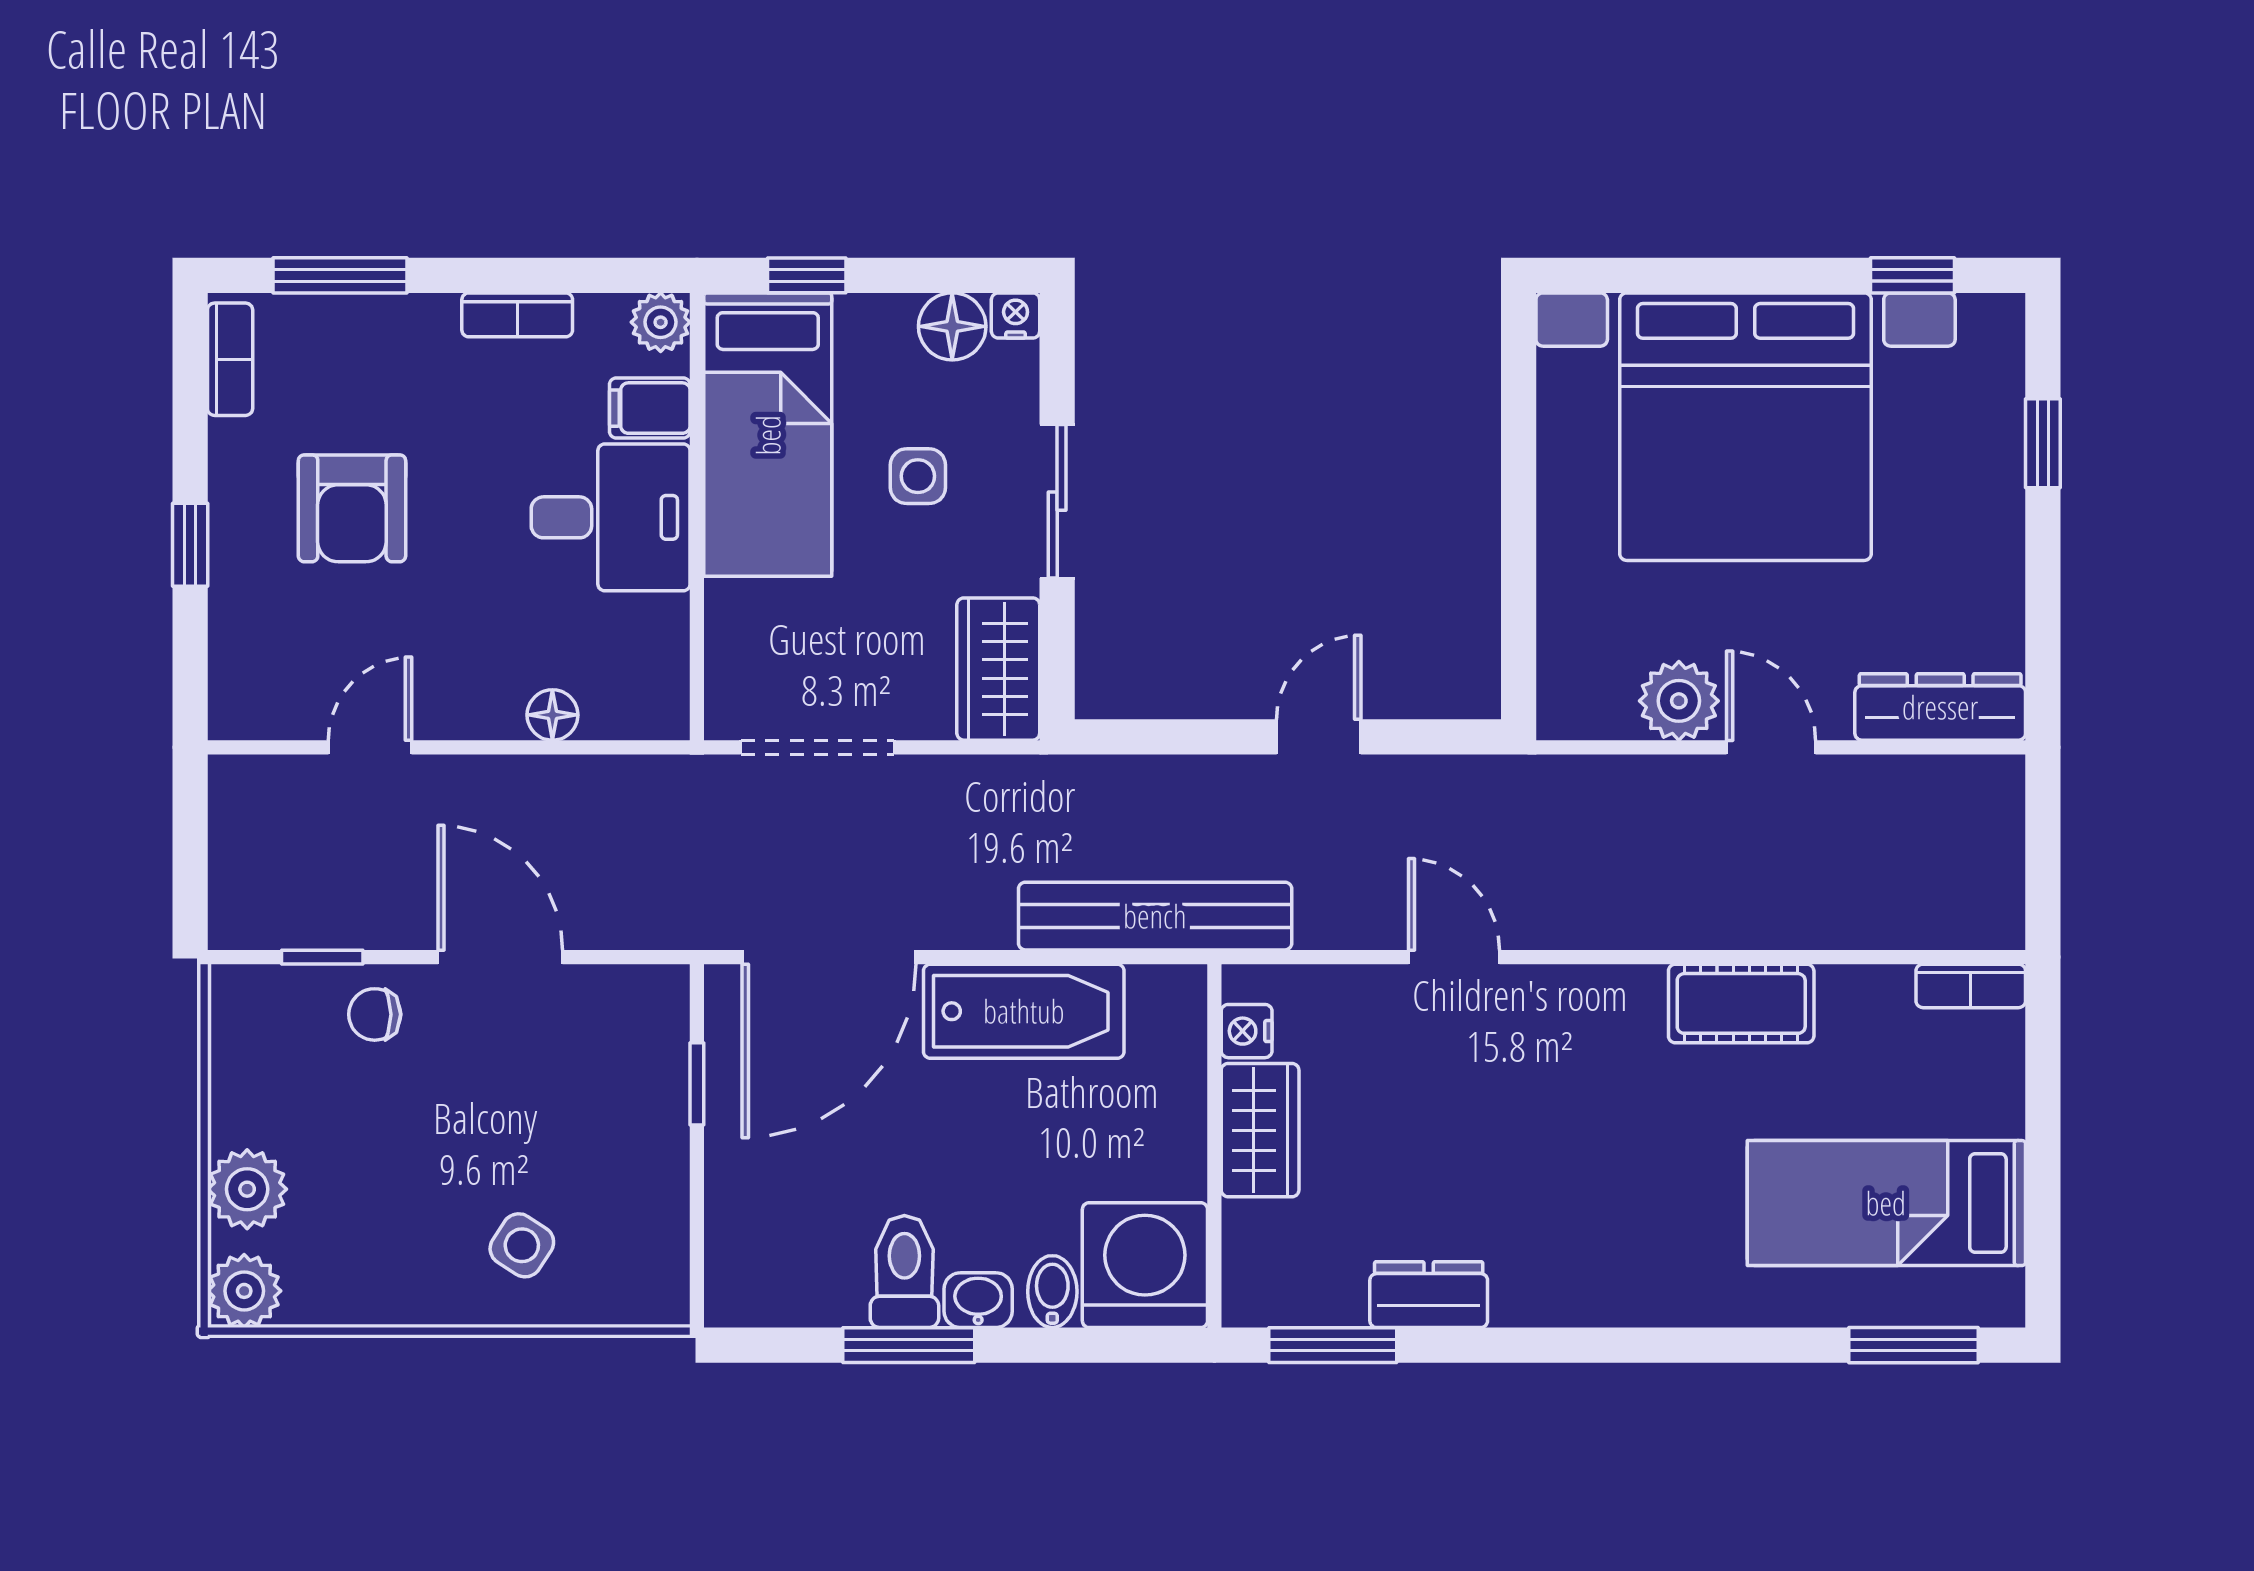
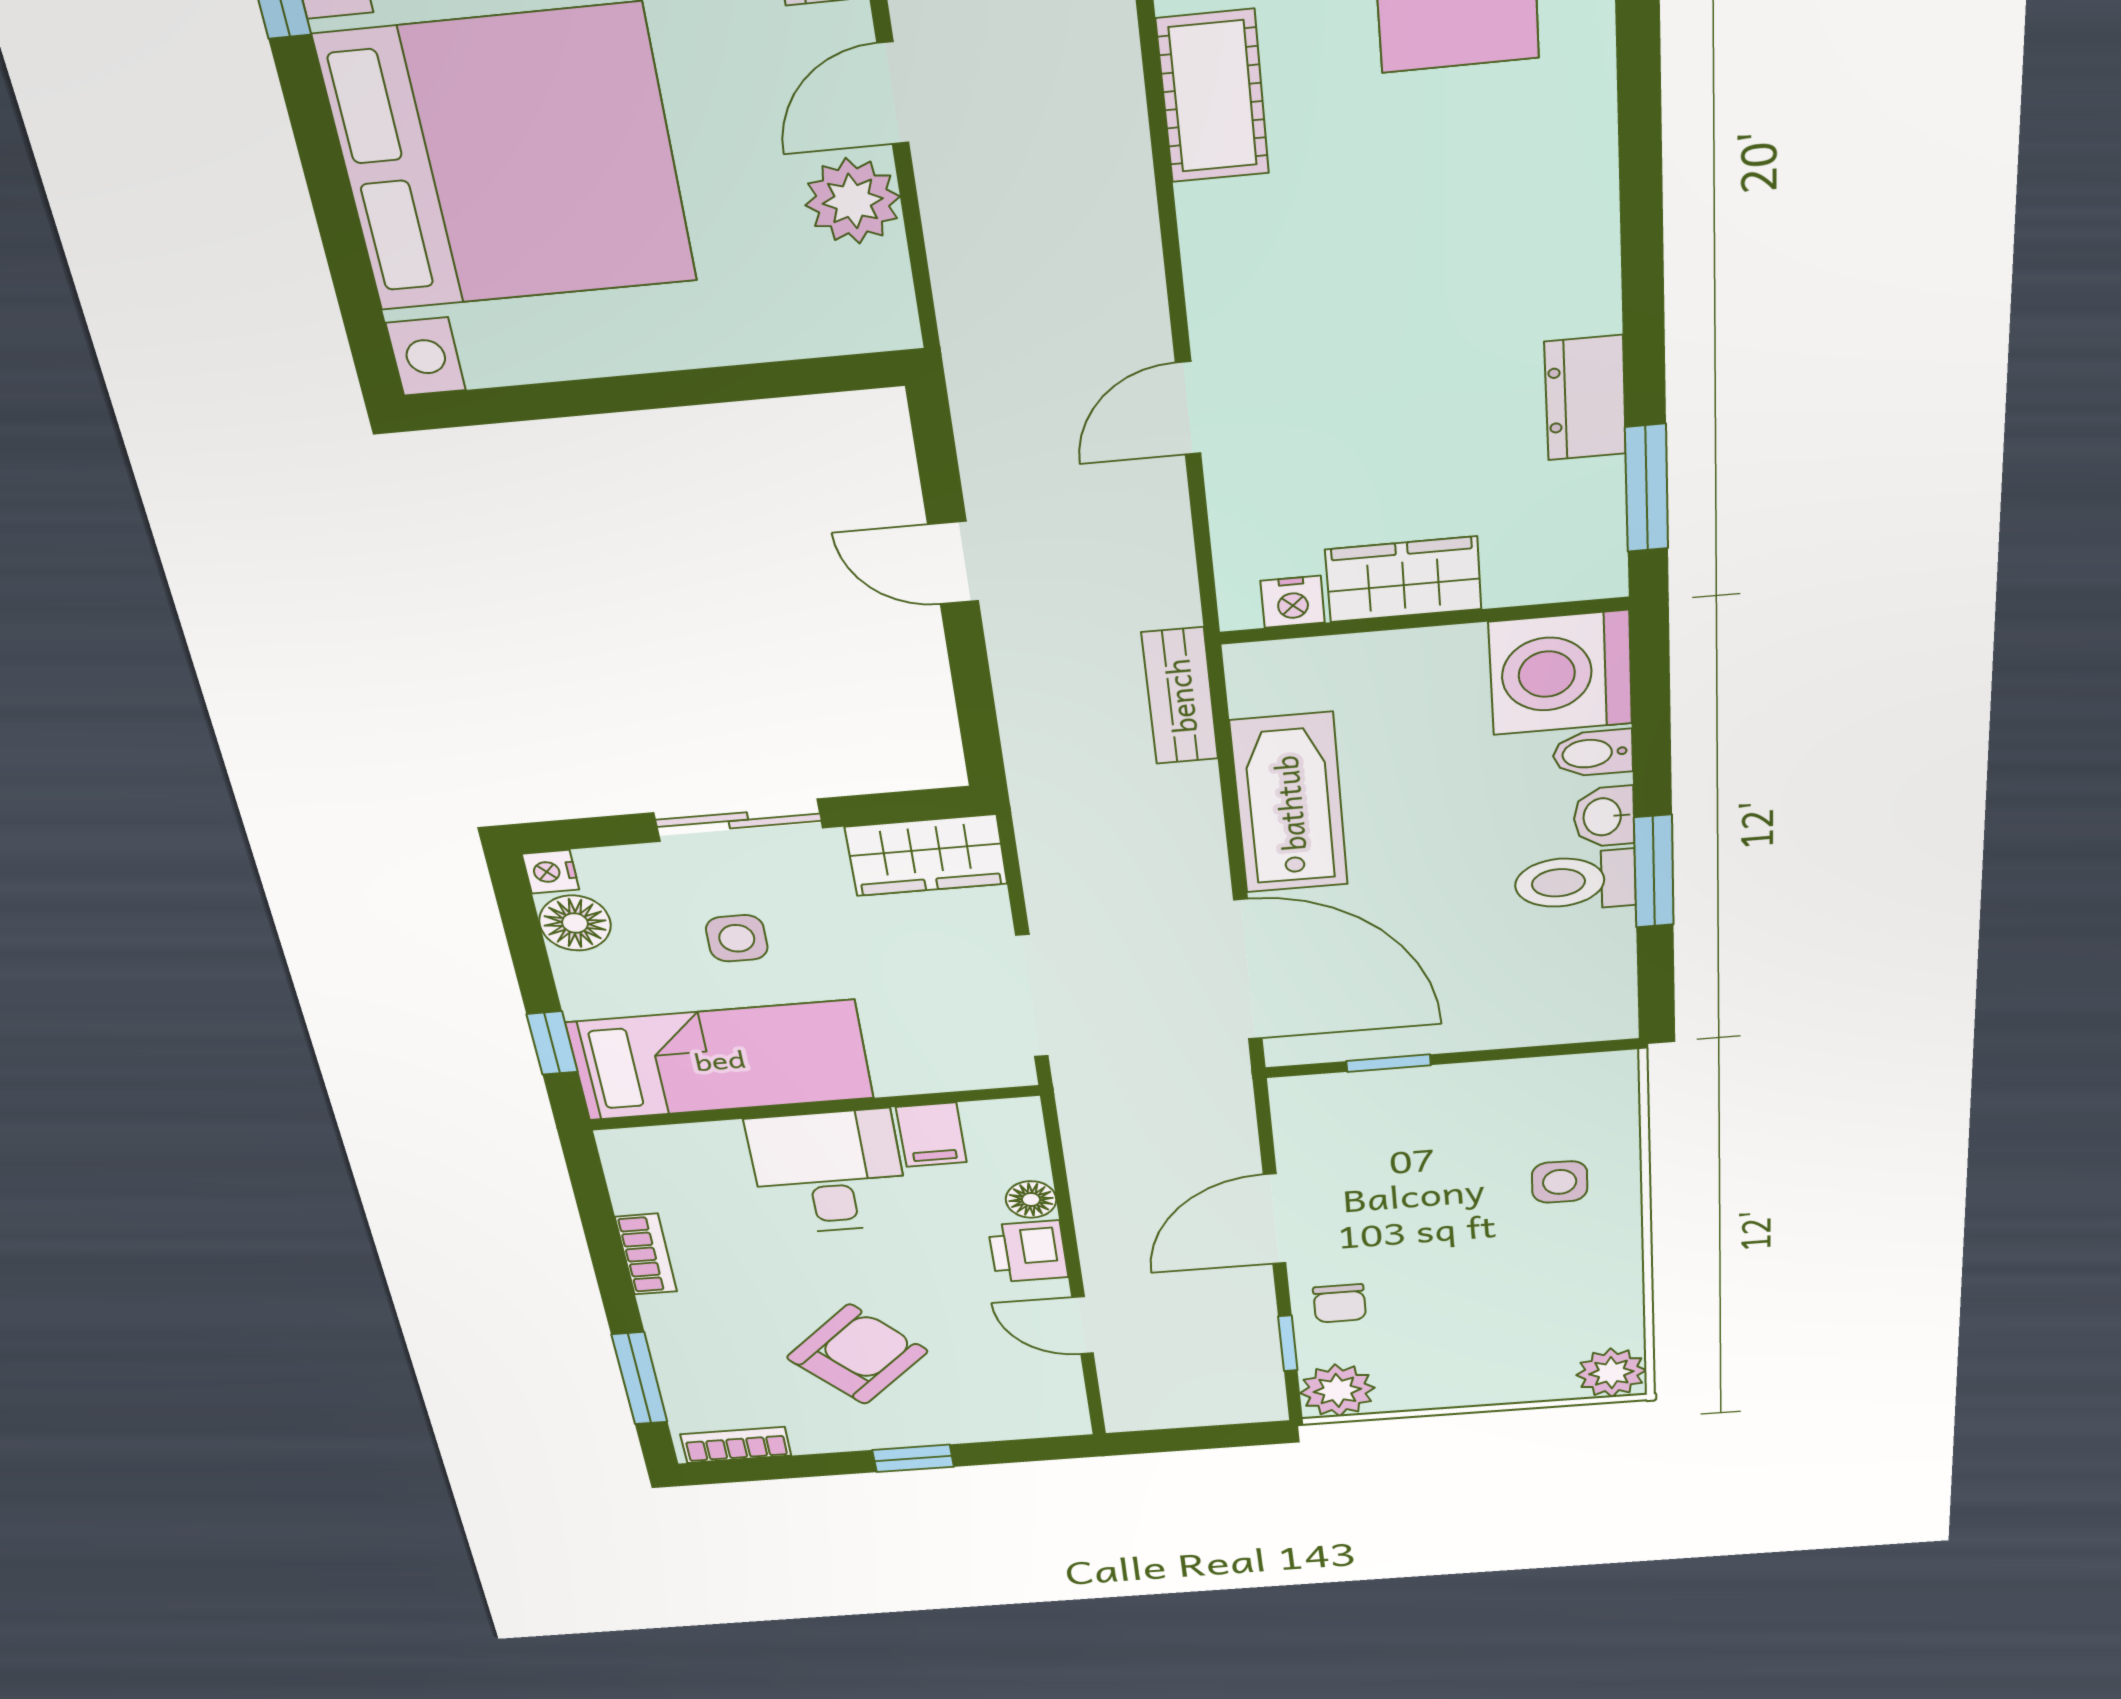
plant: (661, 322) -> (627, 1150), removed
filing cabinet: (650, 408) -> (931, 1135), moved
armchair: (352, 508) -> (857, 1354), turned -43
printer: (481, 704) -> (1028, 1251), added
bench: (1155, 916) -> (1180, 696), width x0.54, depth x0.82
plant: (247, 1189) -> (1337, 1390), moved
side table: (522, 1245) -> (1560, 1182), turned -32

